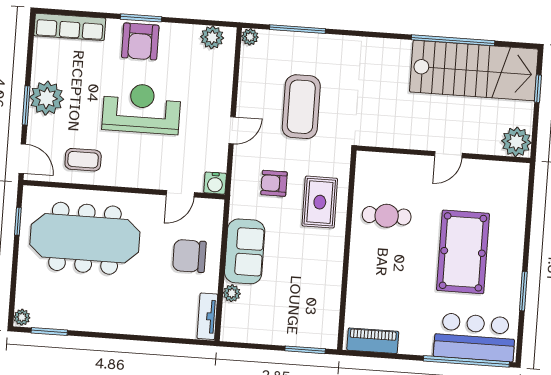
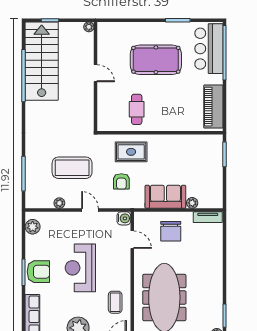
plant: (250, 37) -> (59, 203), moved
plant: (516, 142) -> (89, 27), width x0.53, depth x0.53
piano: (373, 341) -> (213, 107), width x1.37, depth x1.33

